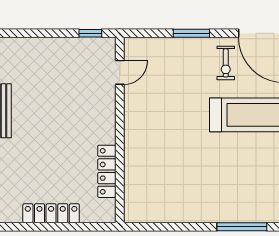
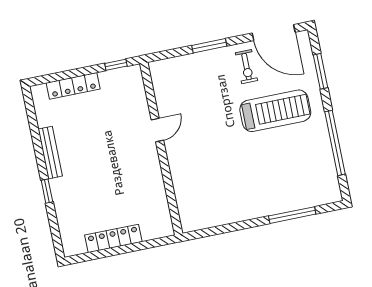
door: (120, 72) -> (157, 130), moved
locker: (107, 171) -> (73, 86), moved, turned -90

